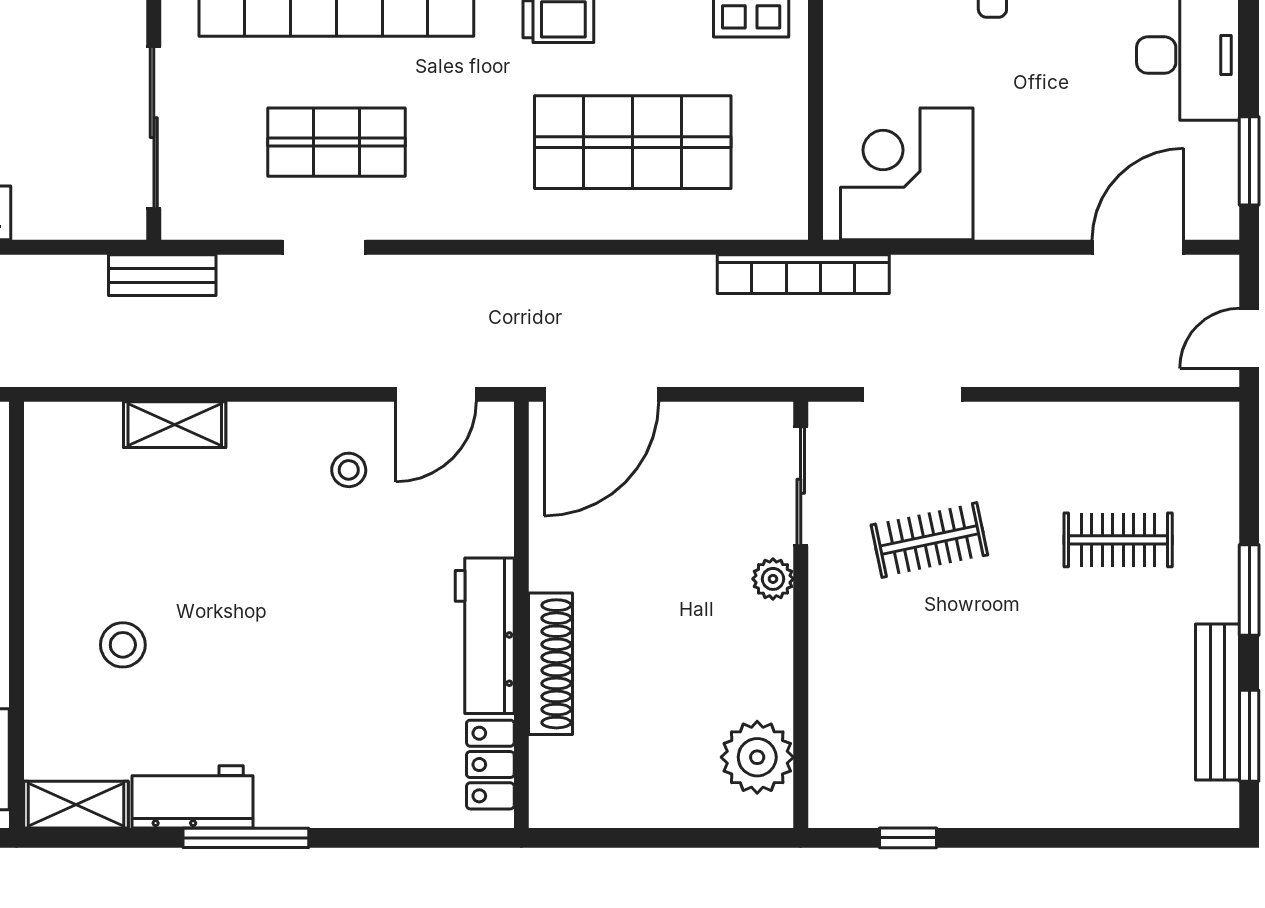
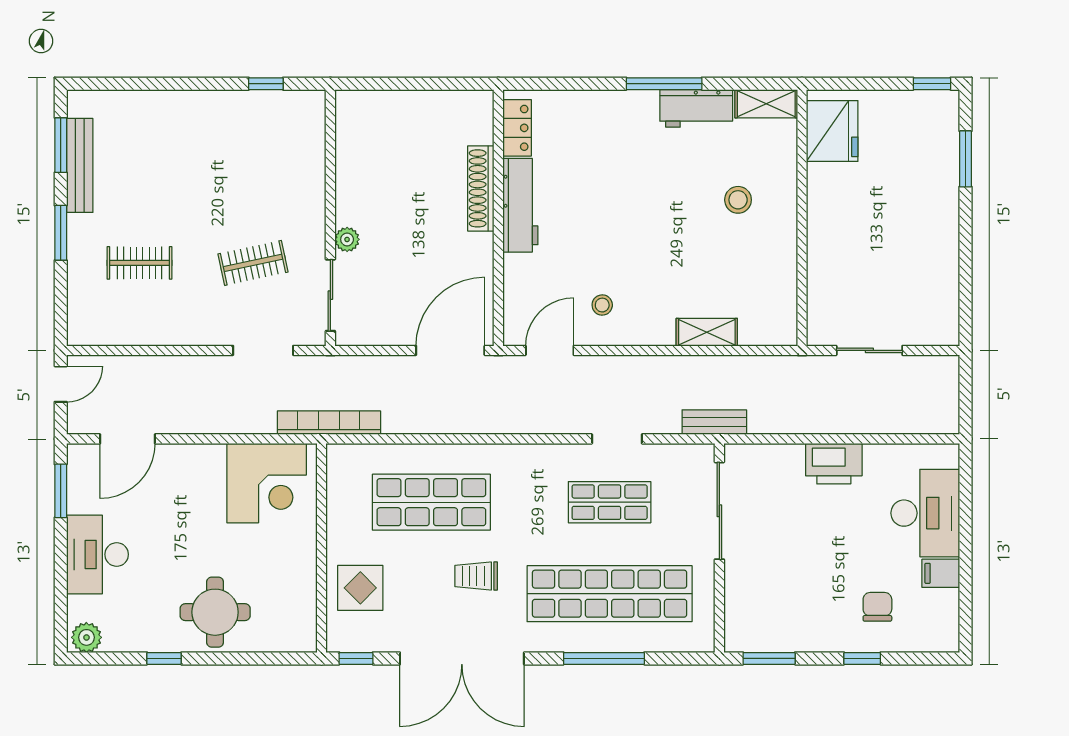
plant: (757, 757) -> (357, 132), removed

